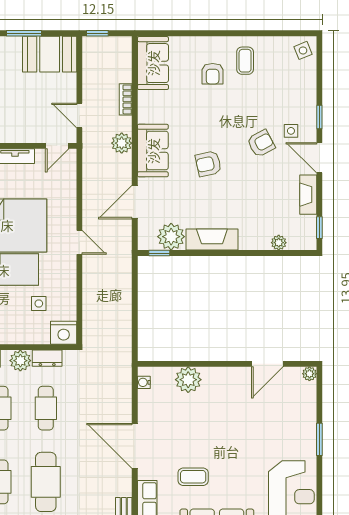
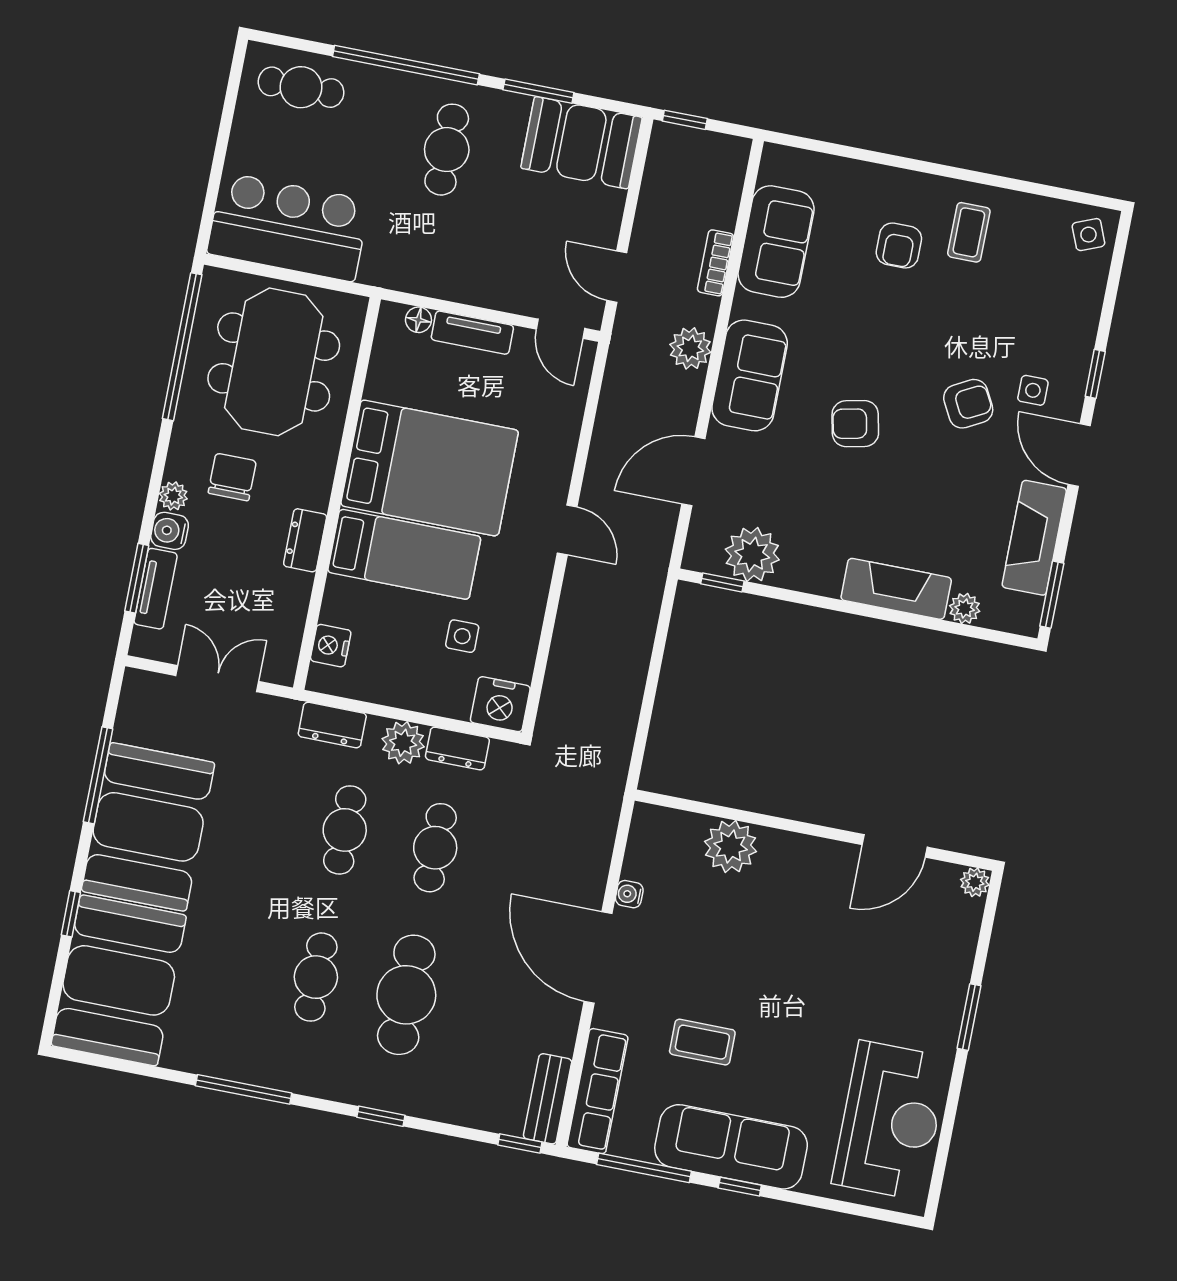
sofa: (153, 63) -> (776, 242), moved
door: (57, 146) -> (560, 329), hinge flipped
fireplace: (308, 195) -> (1034, 538), width x1.37, depth x1.32
window: (319, 228) -> (1052, 595), width x1.50
fireplace: (212, 240) -> (896, 589), moved
water cooler: (144, 382) -> (629, 894), moved

